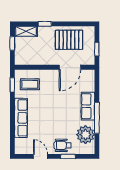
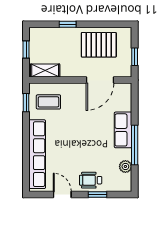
shelving: (26, 31) -> (45, 71), moved
row of seats: (21, 118) -> (37, 154), width x1.36
plant: (85, 135) -> (125, 166), width x0.53, depth x0.53

